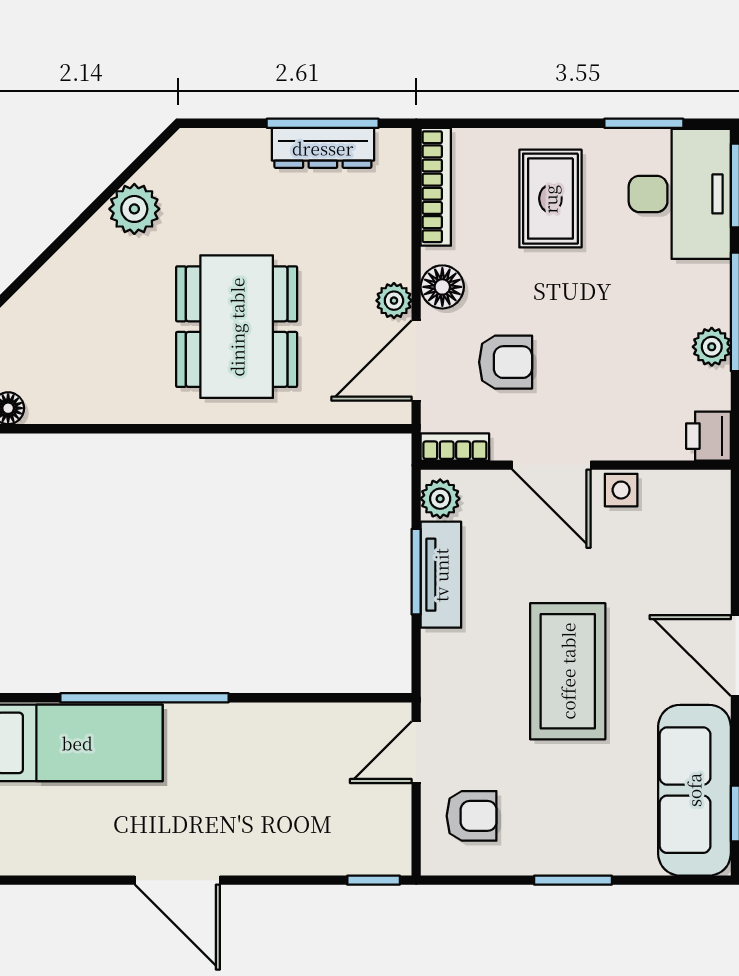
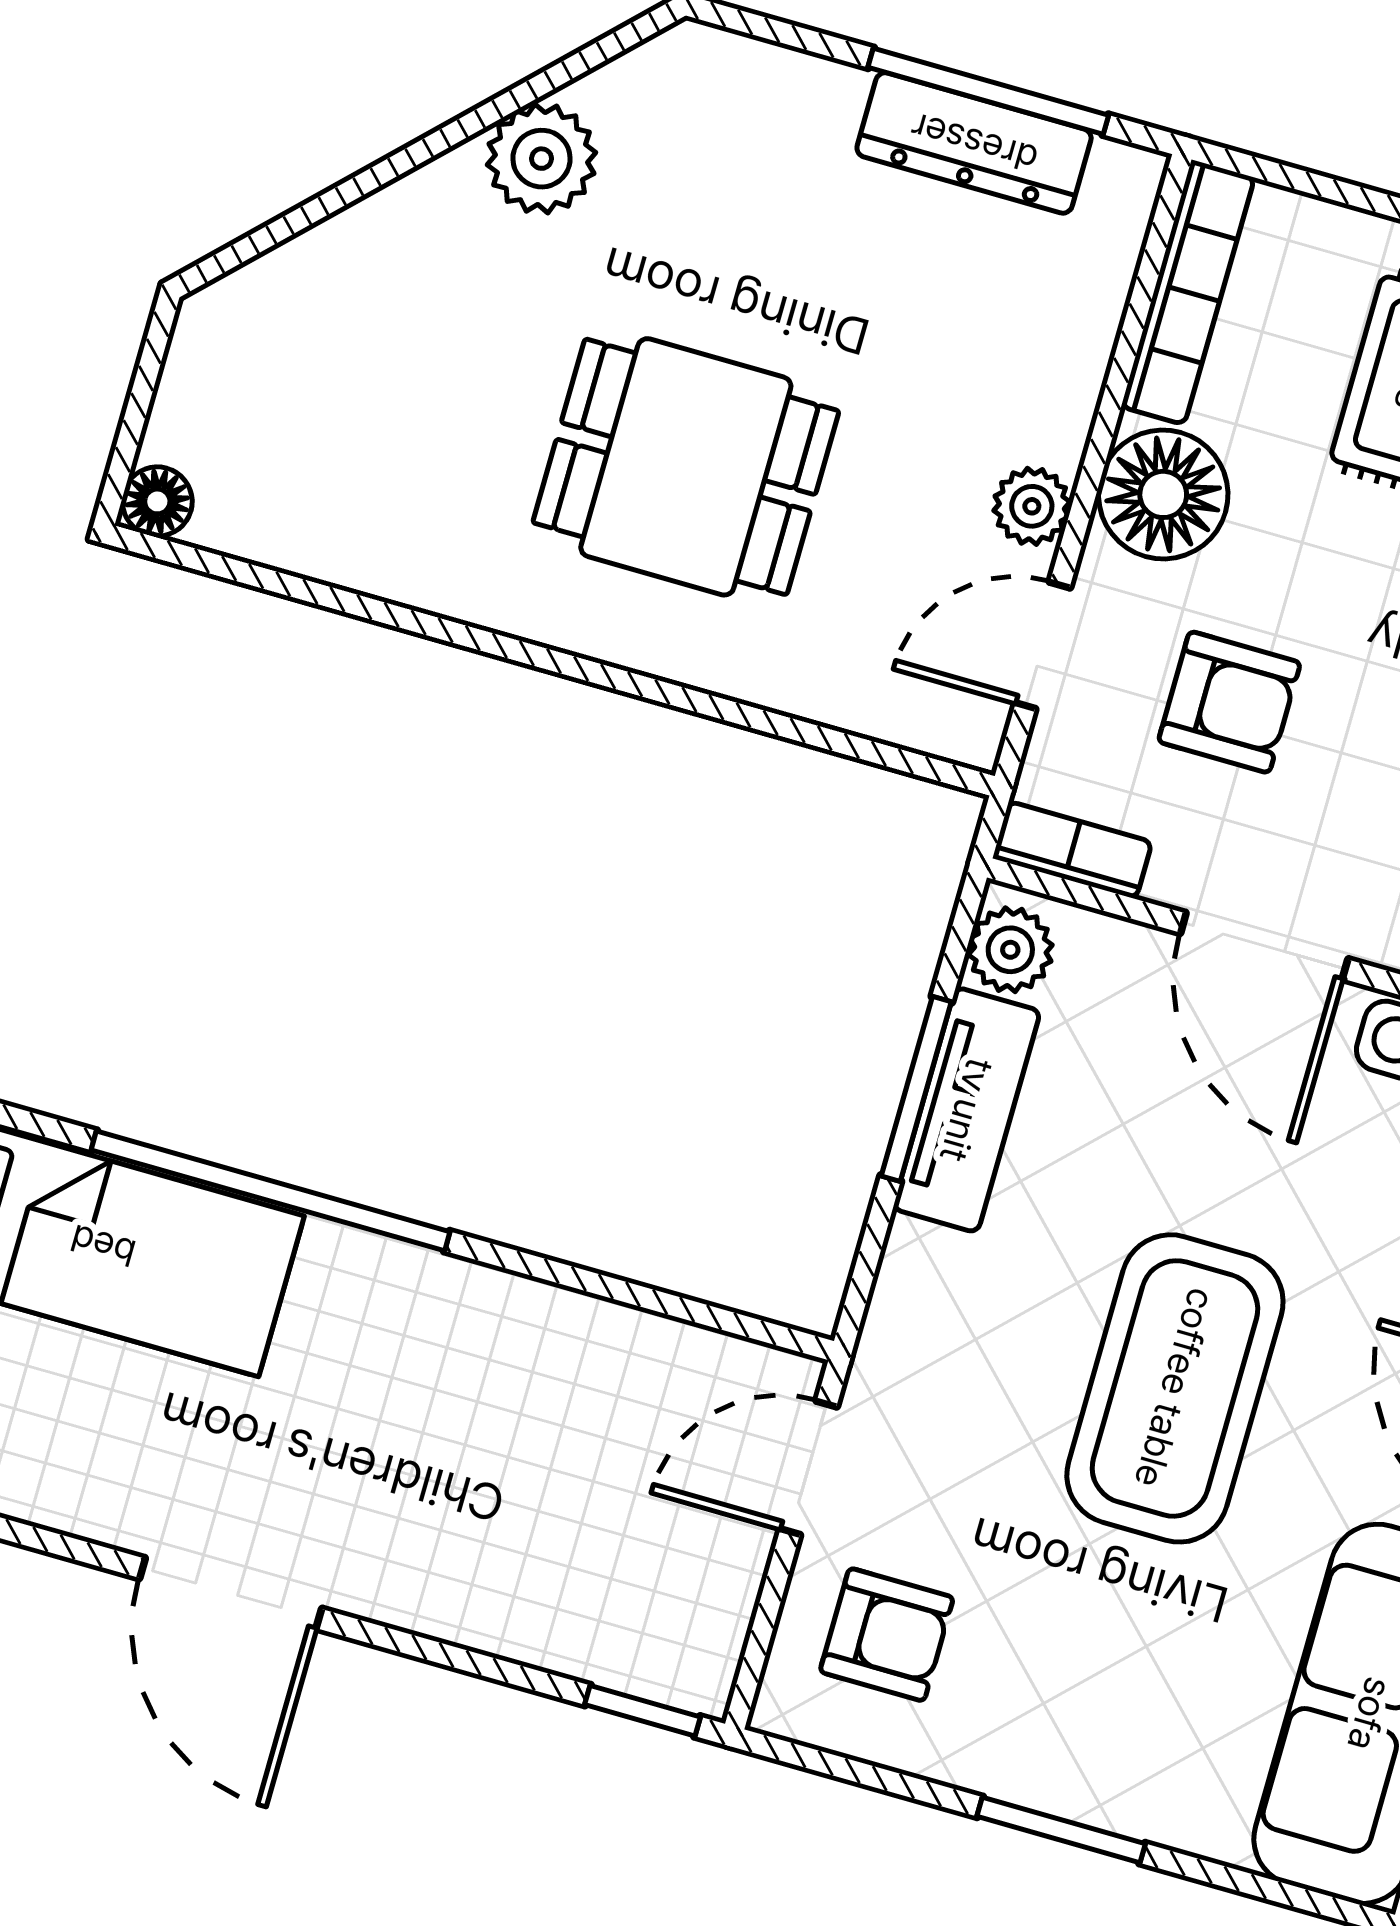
floor lamp: (442, 287) -> (1163, 494), width x1.38, depth x1.38
dining table: (237, 327) -> (686, 467), width x0.73
door: (416, 361) -> (1043, 645), width x0.73

